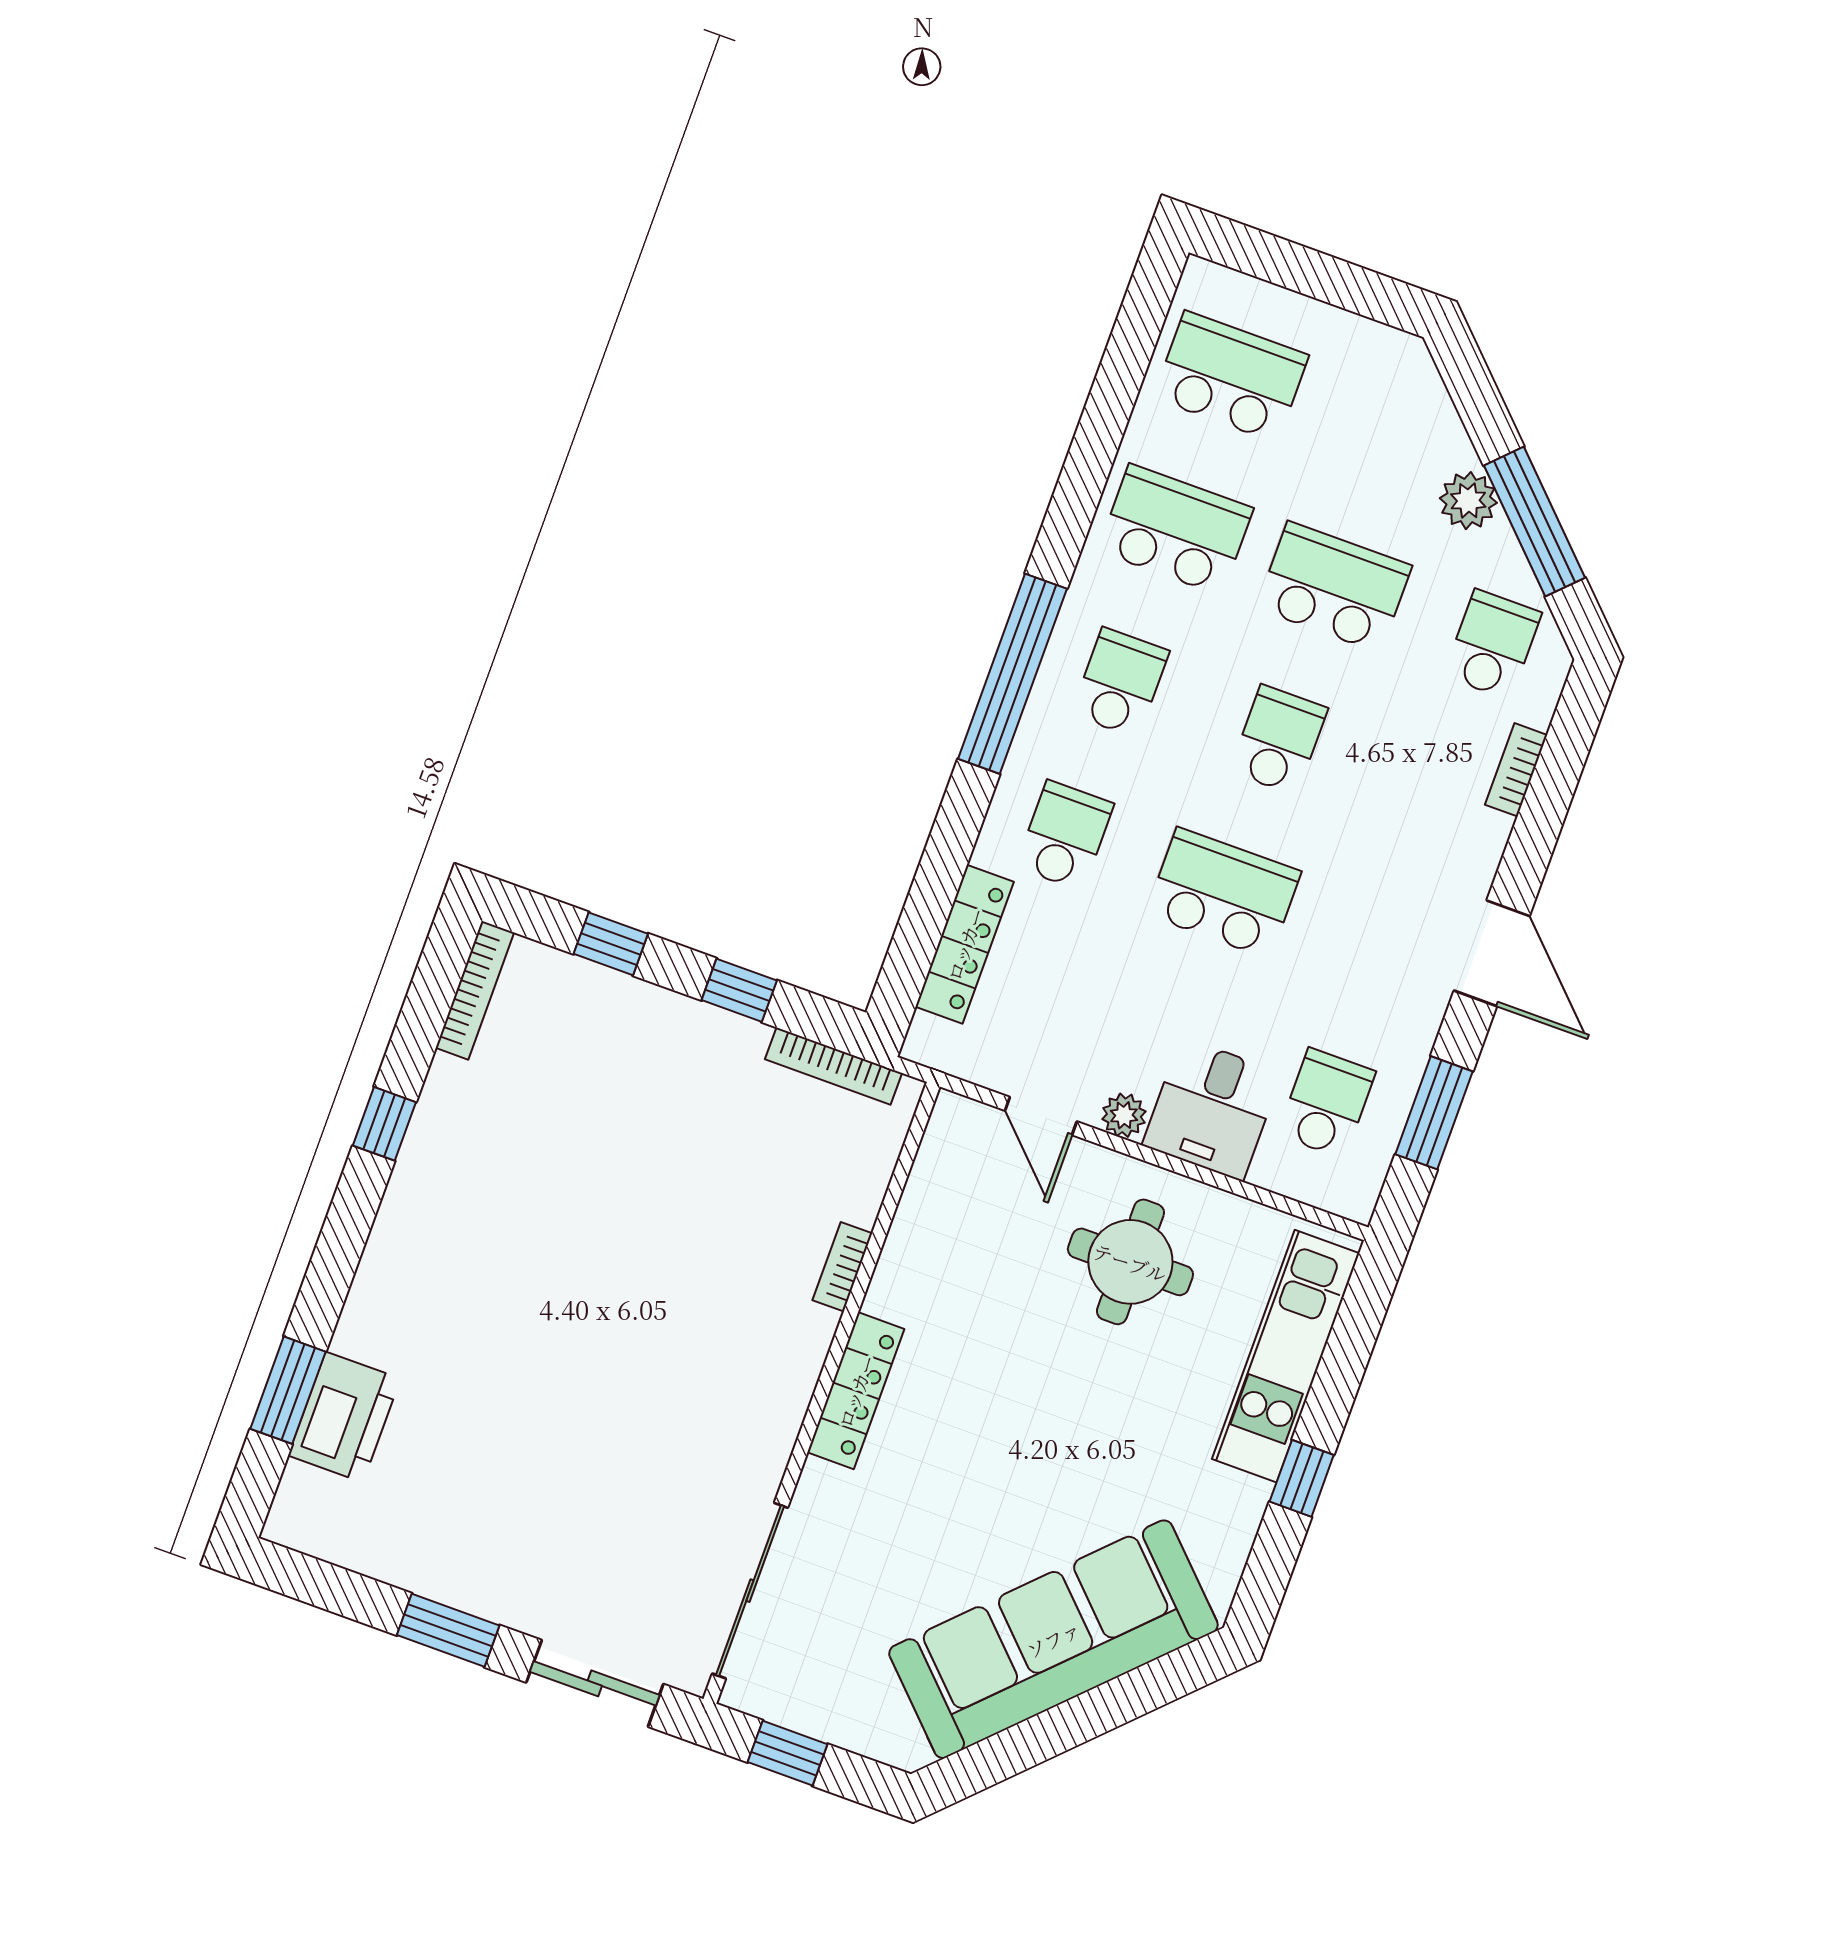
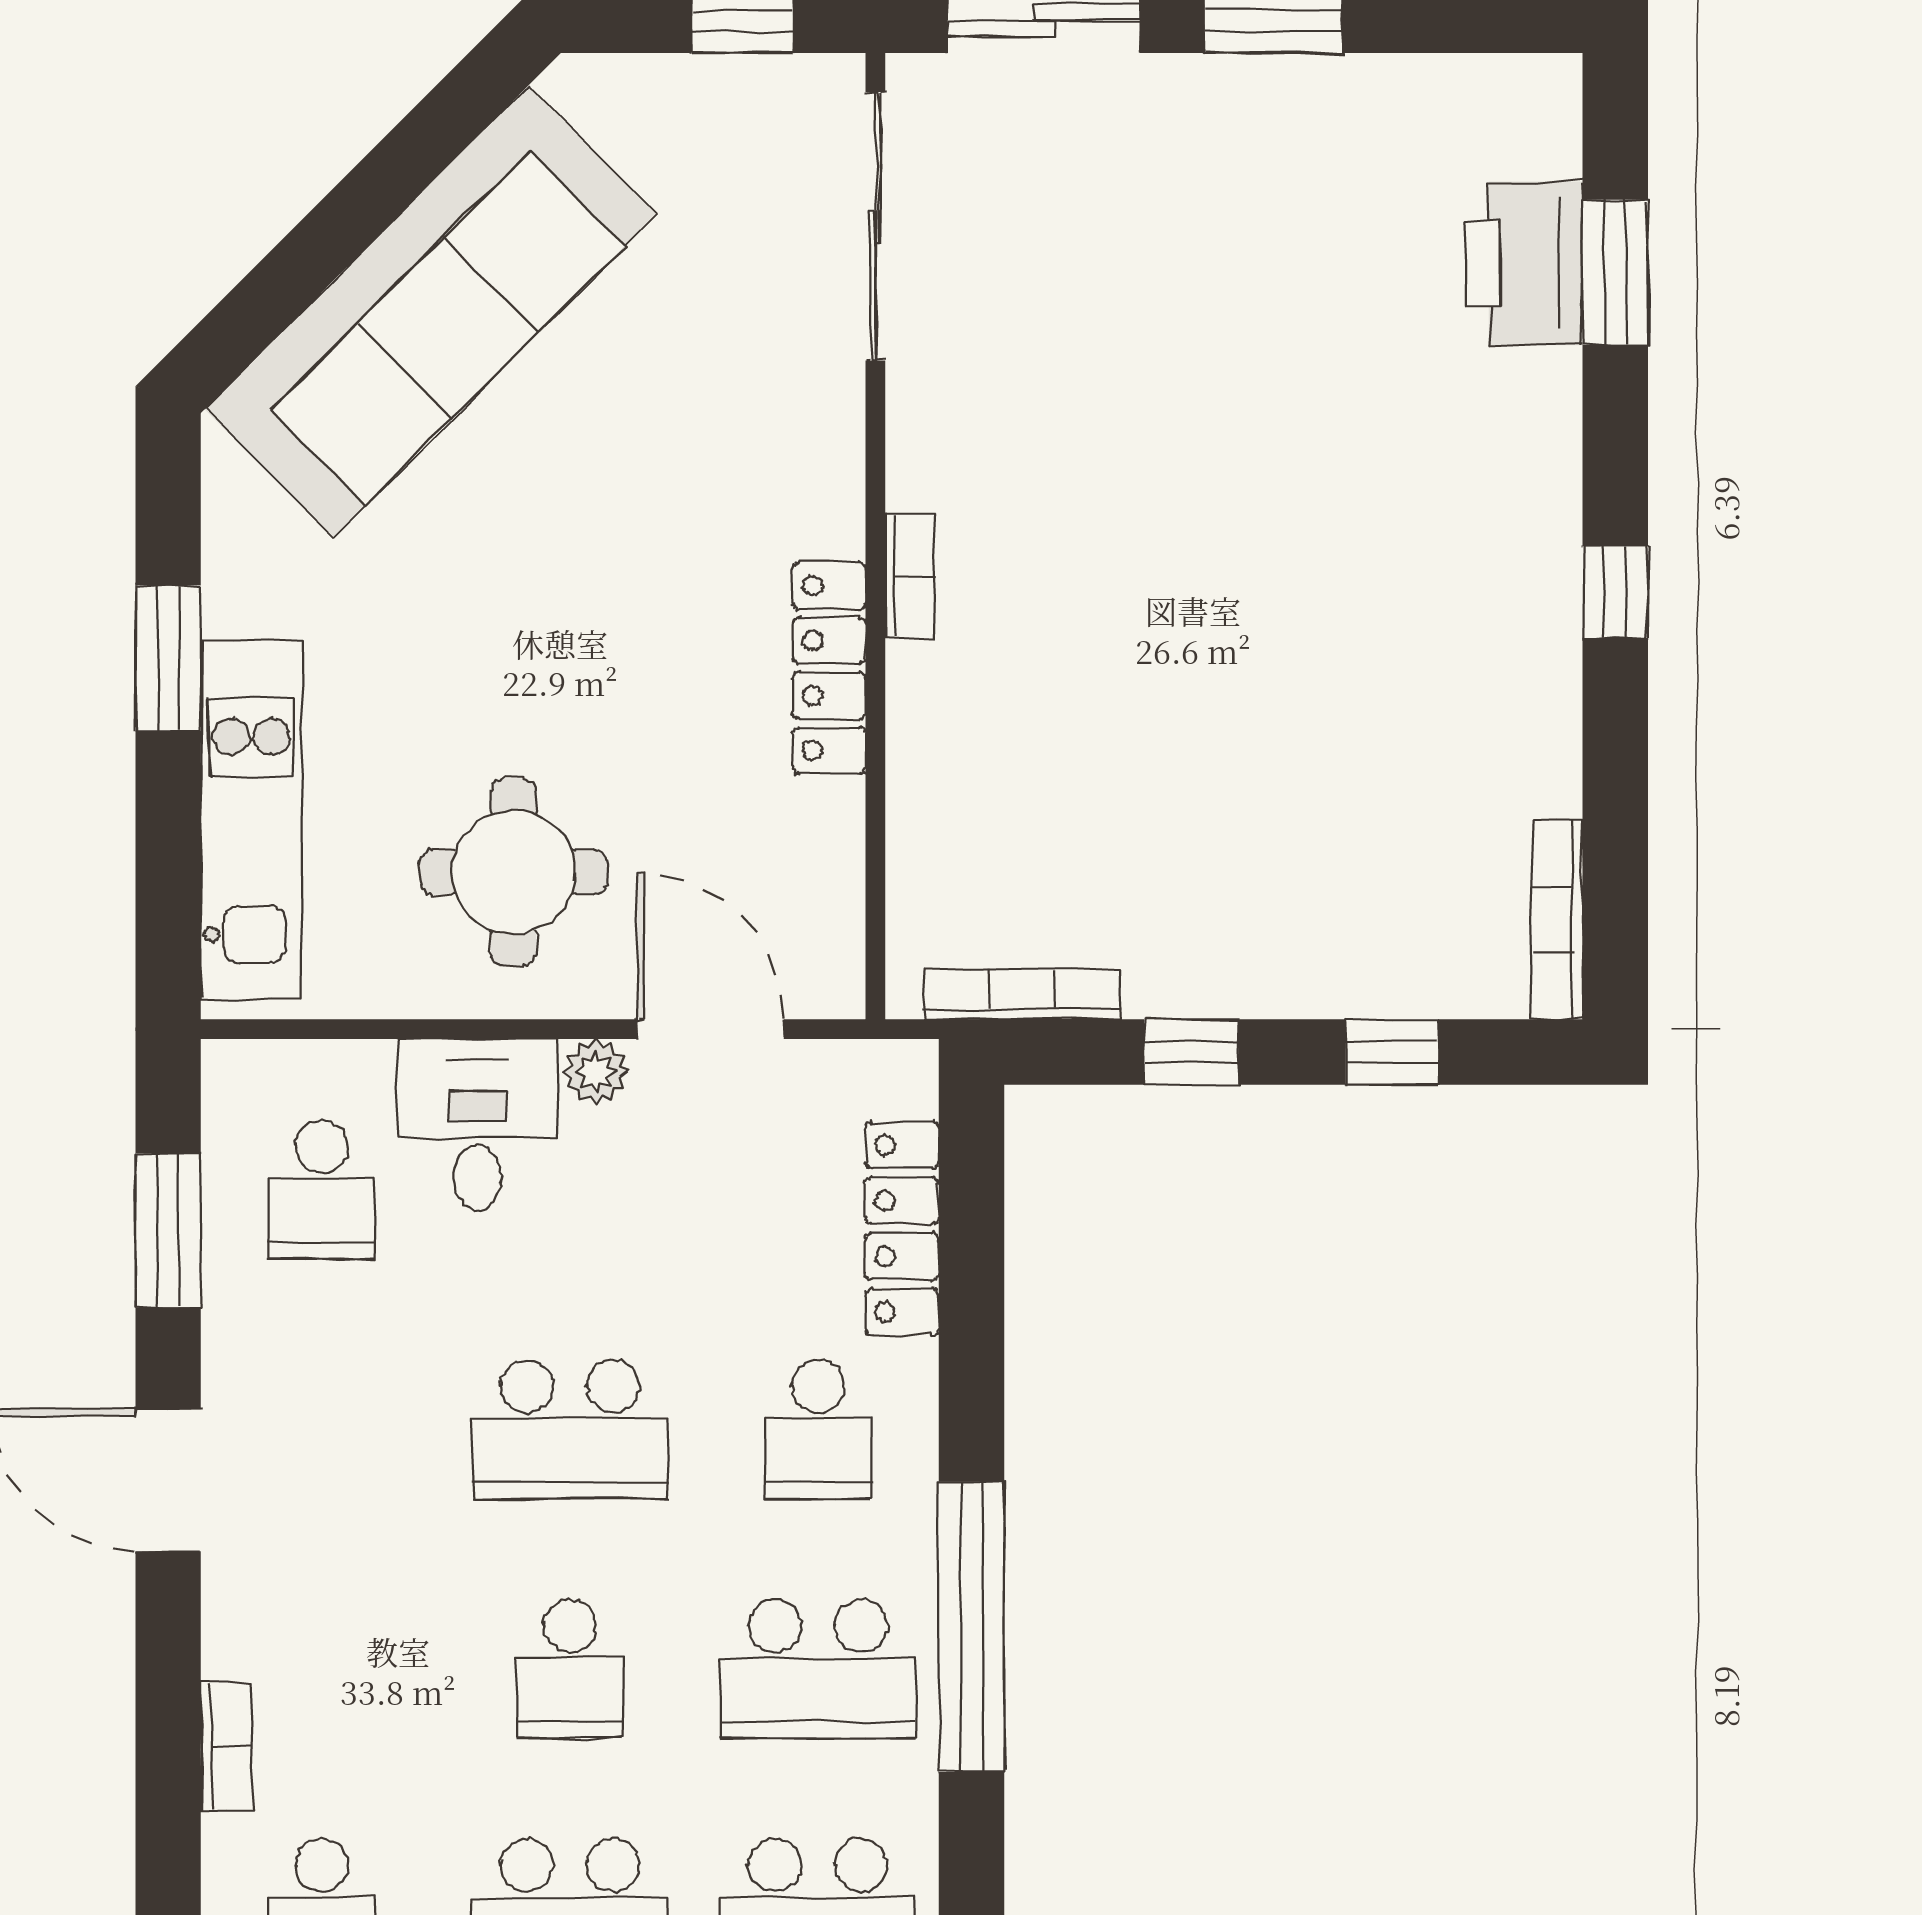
school desk: (1120, 683) -> (818, 1669), width x1.85
door: (1041, 1116) -> (711, 1029), width x1.38
window: (384, 1124) -> (1615, 592), moved
bookcase: (842, 1267) -> (910, 576), moved
locker: (856, 1391) -> (829, 668), moved
window: (1302, 1478) -> (168, 658), width x1.50

